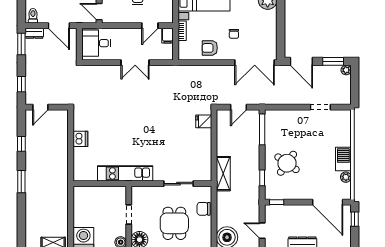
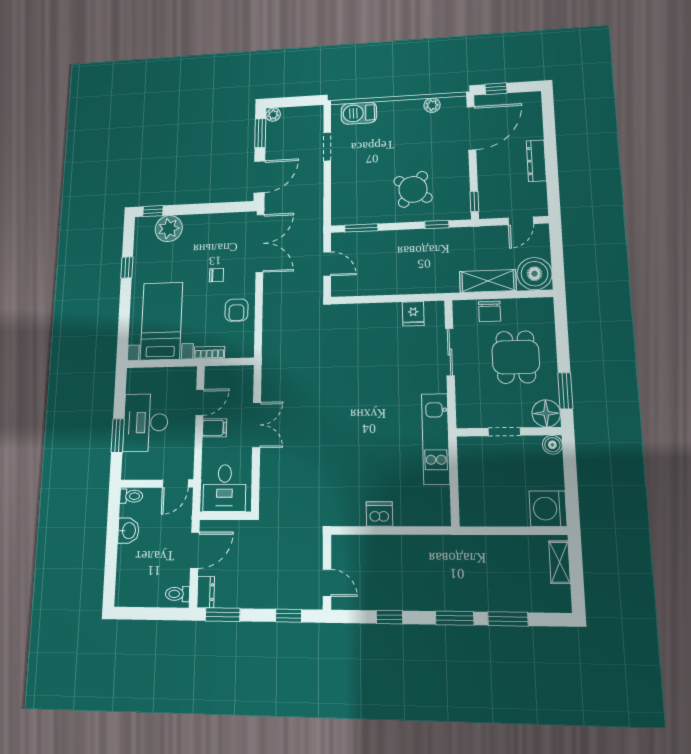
door: (150, 26) -> (200, 402), hinge flipped
filing cabinet: (168, 36) -> (214, 428), moved
fridge: (204, 121) -> (413, 314), moved
window: (262, 129) -> (361, 228), width x0.69
barbecue: (343, 159) -> (359, 113), moved
shelving: (223, 174) -> (488, 281), moved
window: (21, 212) -> (508, 619), added
dining table: (174, 223) -> (516, 357), turned 90

